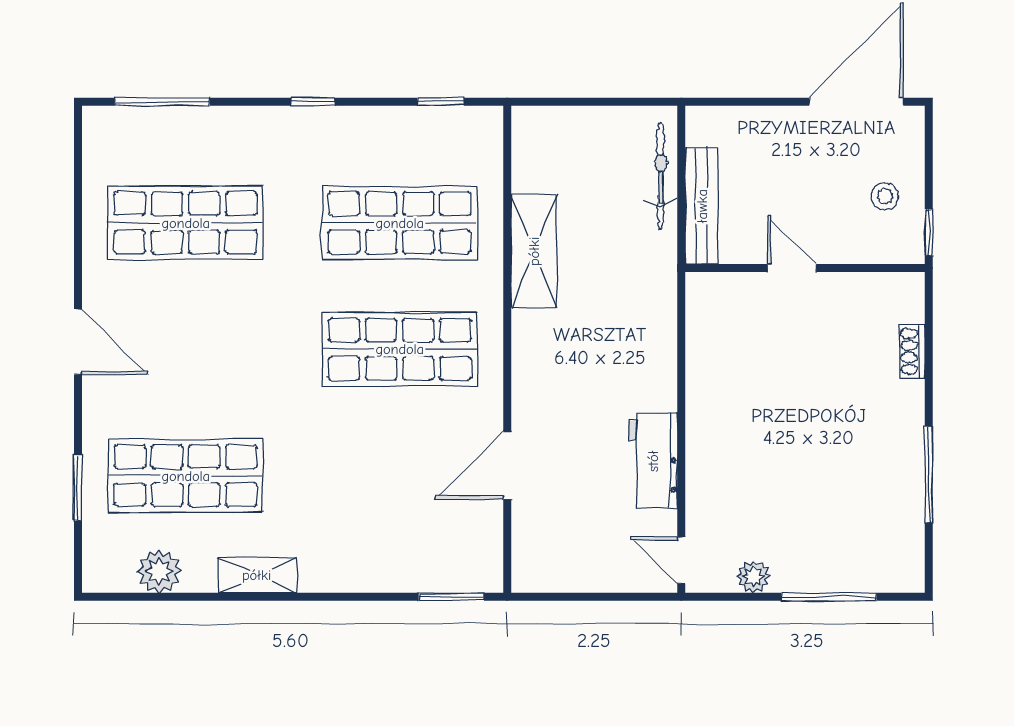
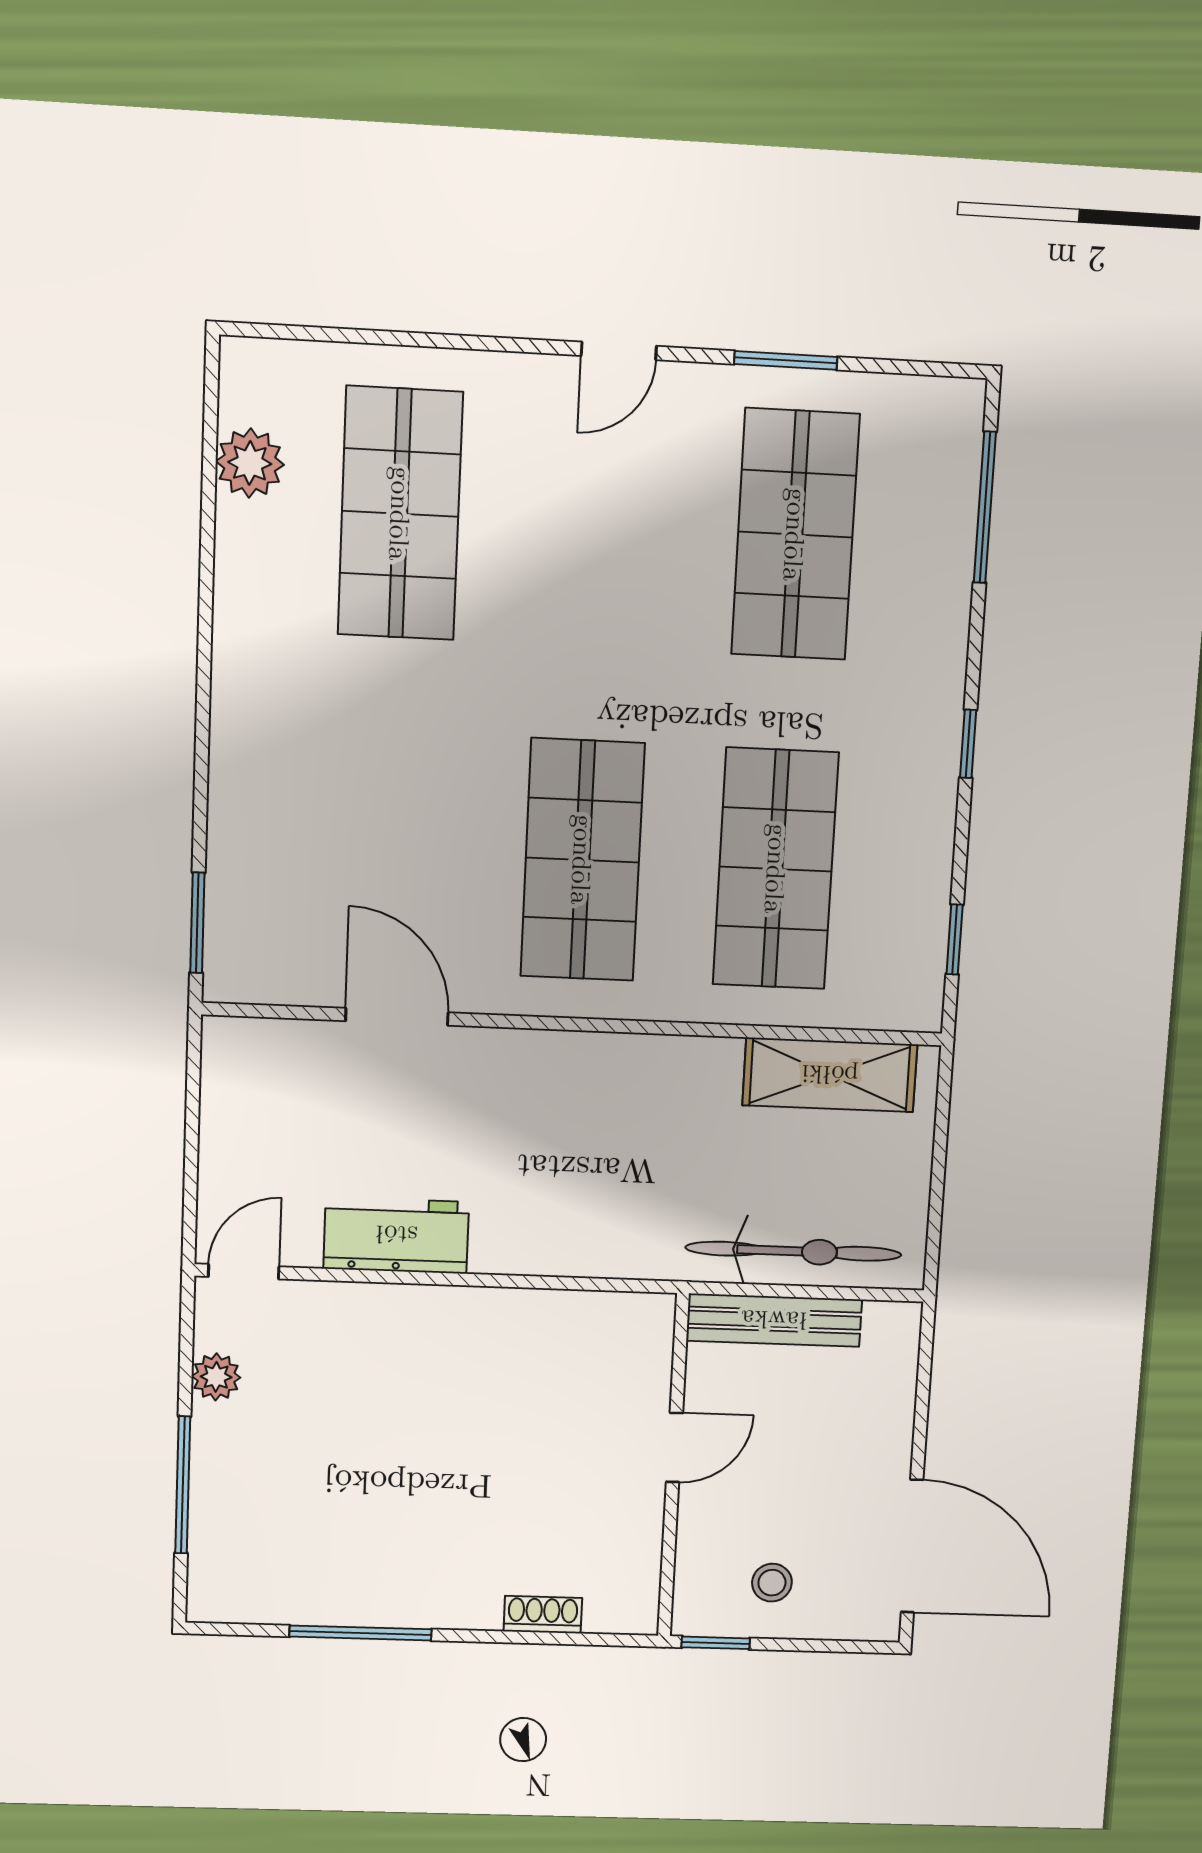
bicycle: (661, 176) -> (794, 1251), width x1.37, depth x1.40
shelving: (534, 251) -> (830, 1075), moved
door: (78, 342) -> (619, 351), width x0.73
window: (78, 488) -> (786, 360), moved
shelving: (257, 575) -> (239, 621), removed

